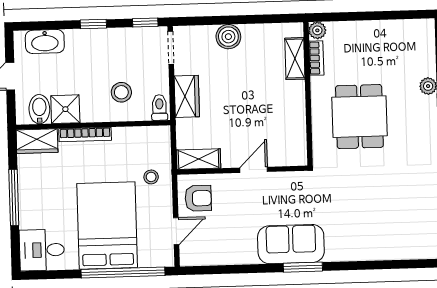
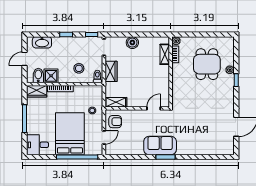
dining table: (359, 117) -> (207, 64), moved
door: (254, 170) -> (154, 108), moved

